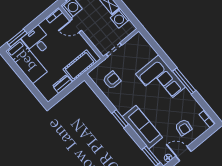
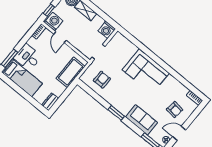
washing machine: (120, 19) -> (107, 30), moved
door: (76, 26) -> (60, 37), hinge flipped
window: (184, 81) -> (167, 68), removed
dresser: (62, 84) -> (50, 102), moved
sofa: (142, 127) -> (142, 120), width x0.73

